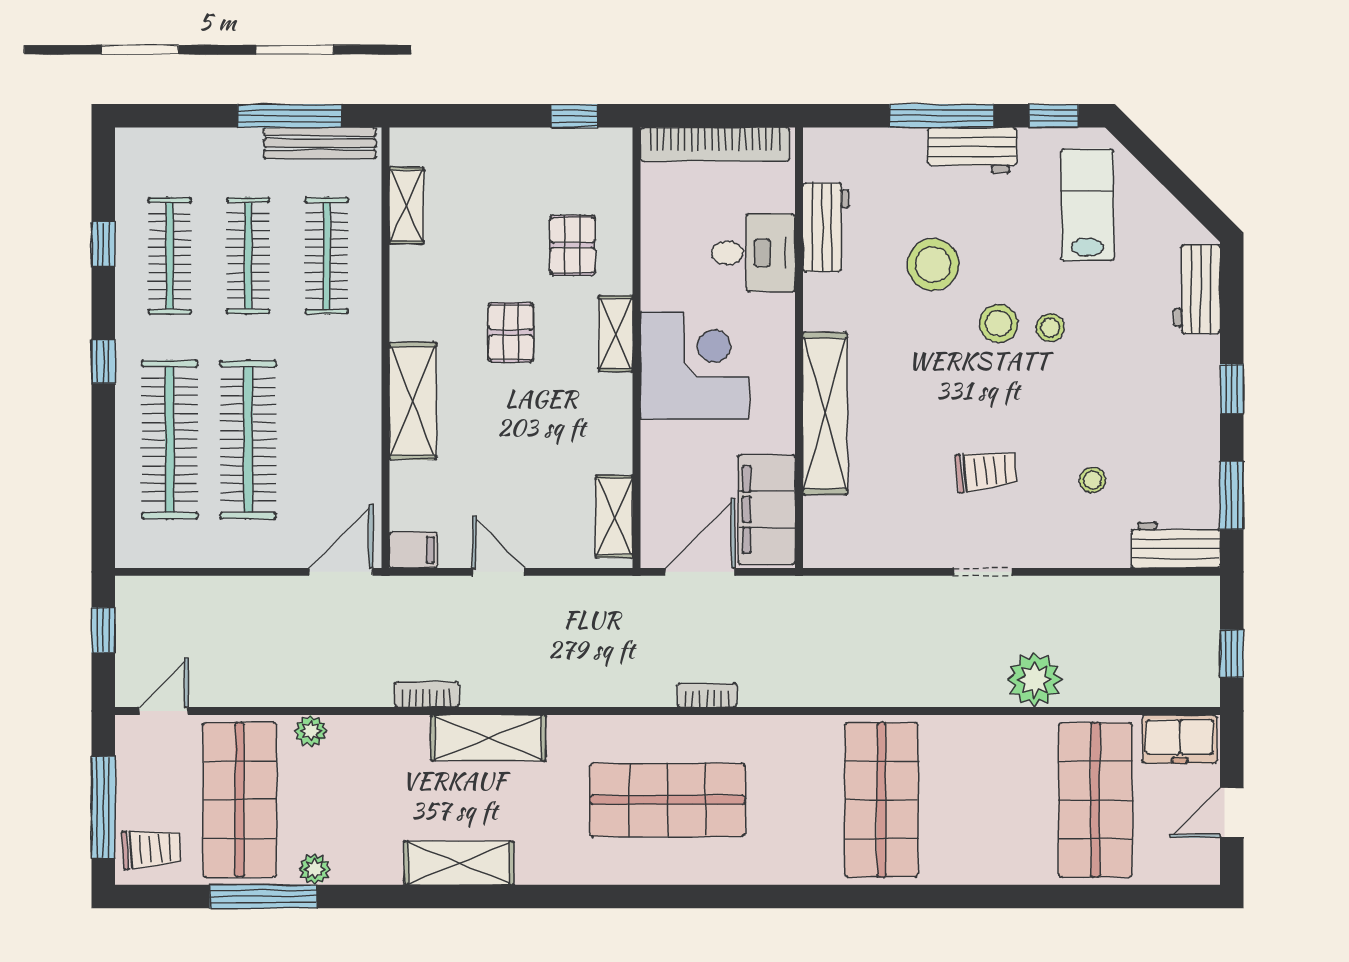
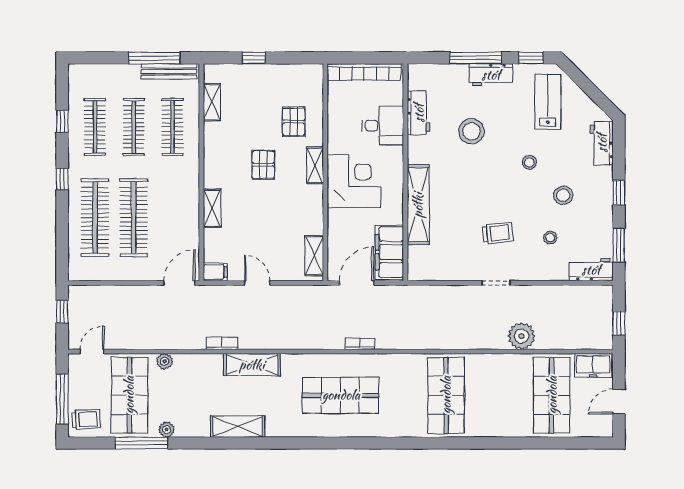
window: (574, 116) -> (254, 58), moved
stool: (999, 323) -> (563, 195), moved
shelving: (413, 401) -> (212, 208), width x0.67, depth x0.75

